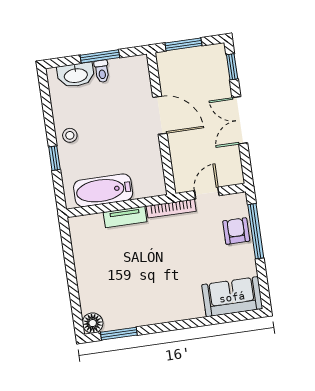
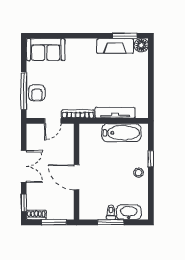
shoe rack: (211, 52) -> (36, 215), added
tv unit: (125, 217) -> (115, 113), width x1.41
fireplace: (131, 317) -> (115, 46), added

